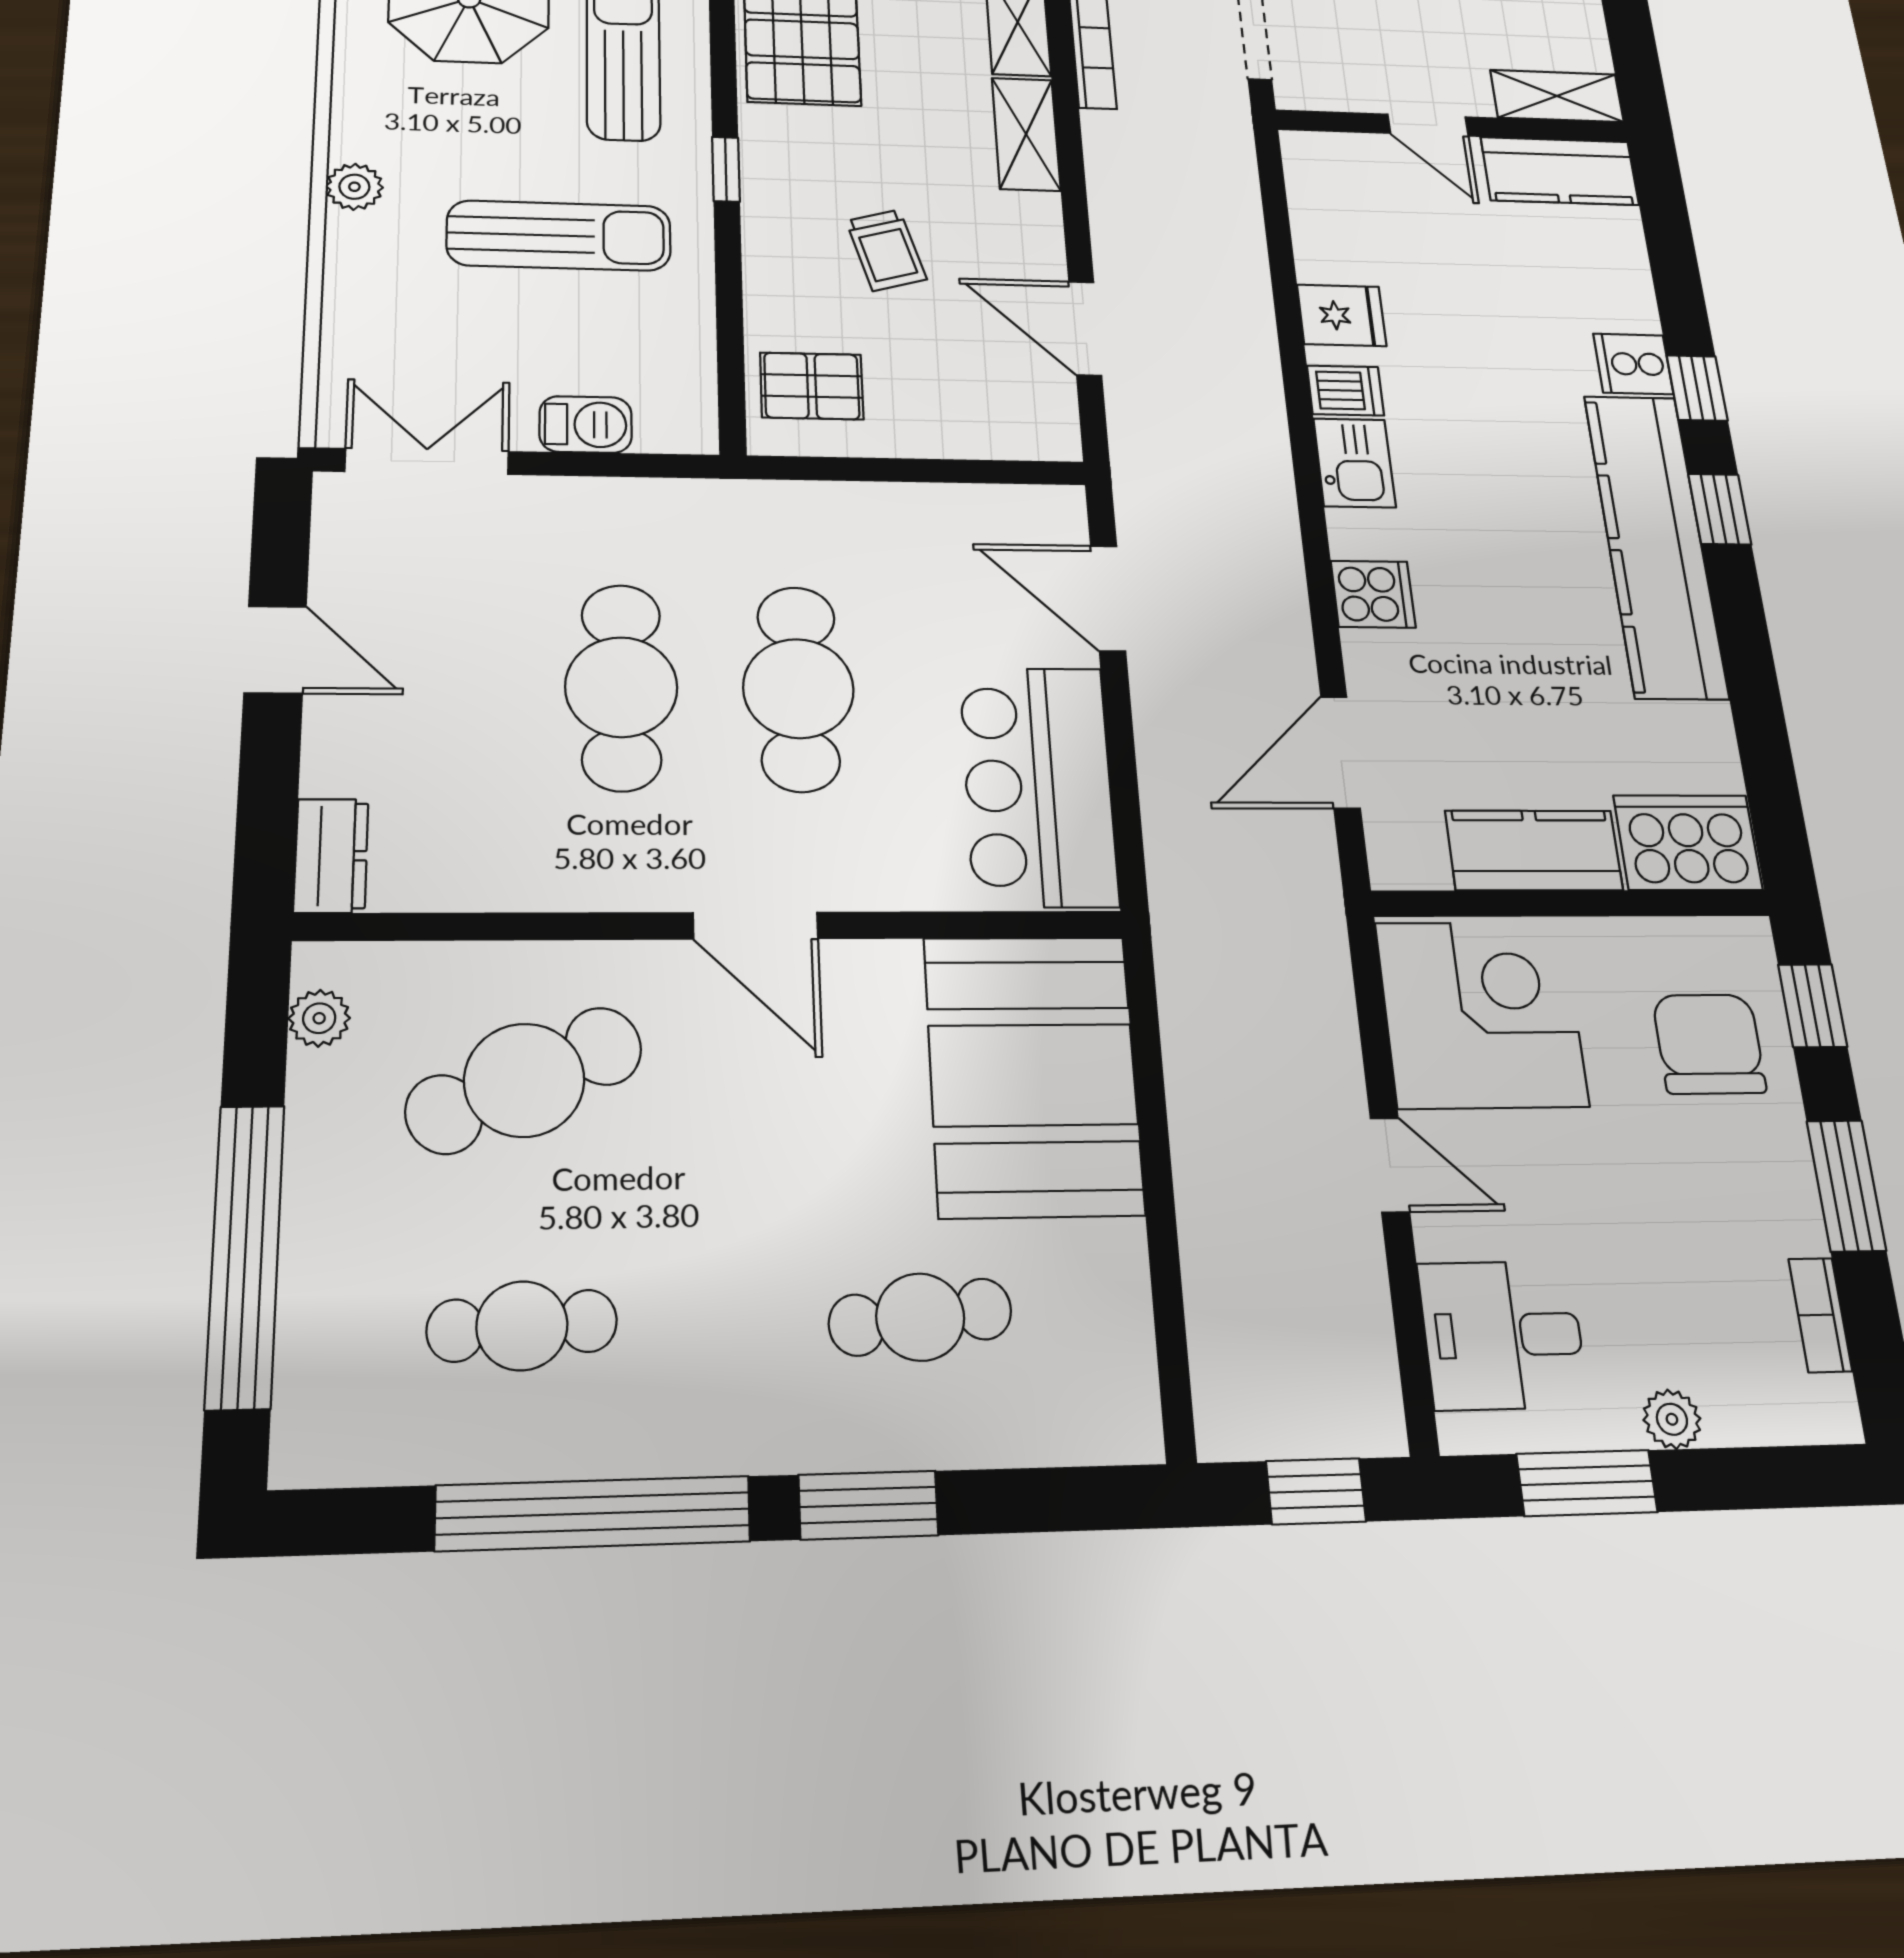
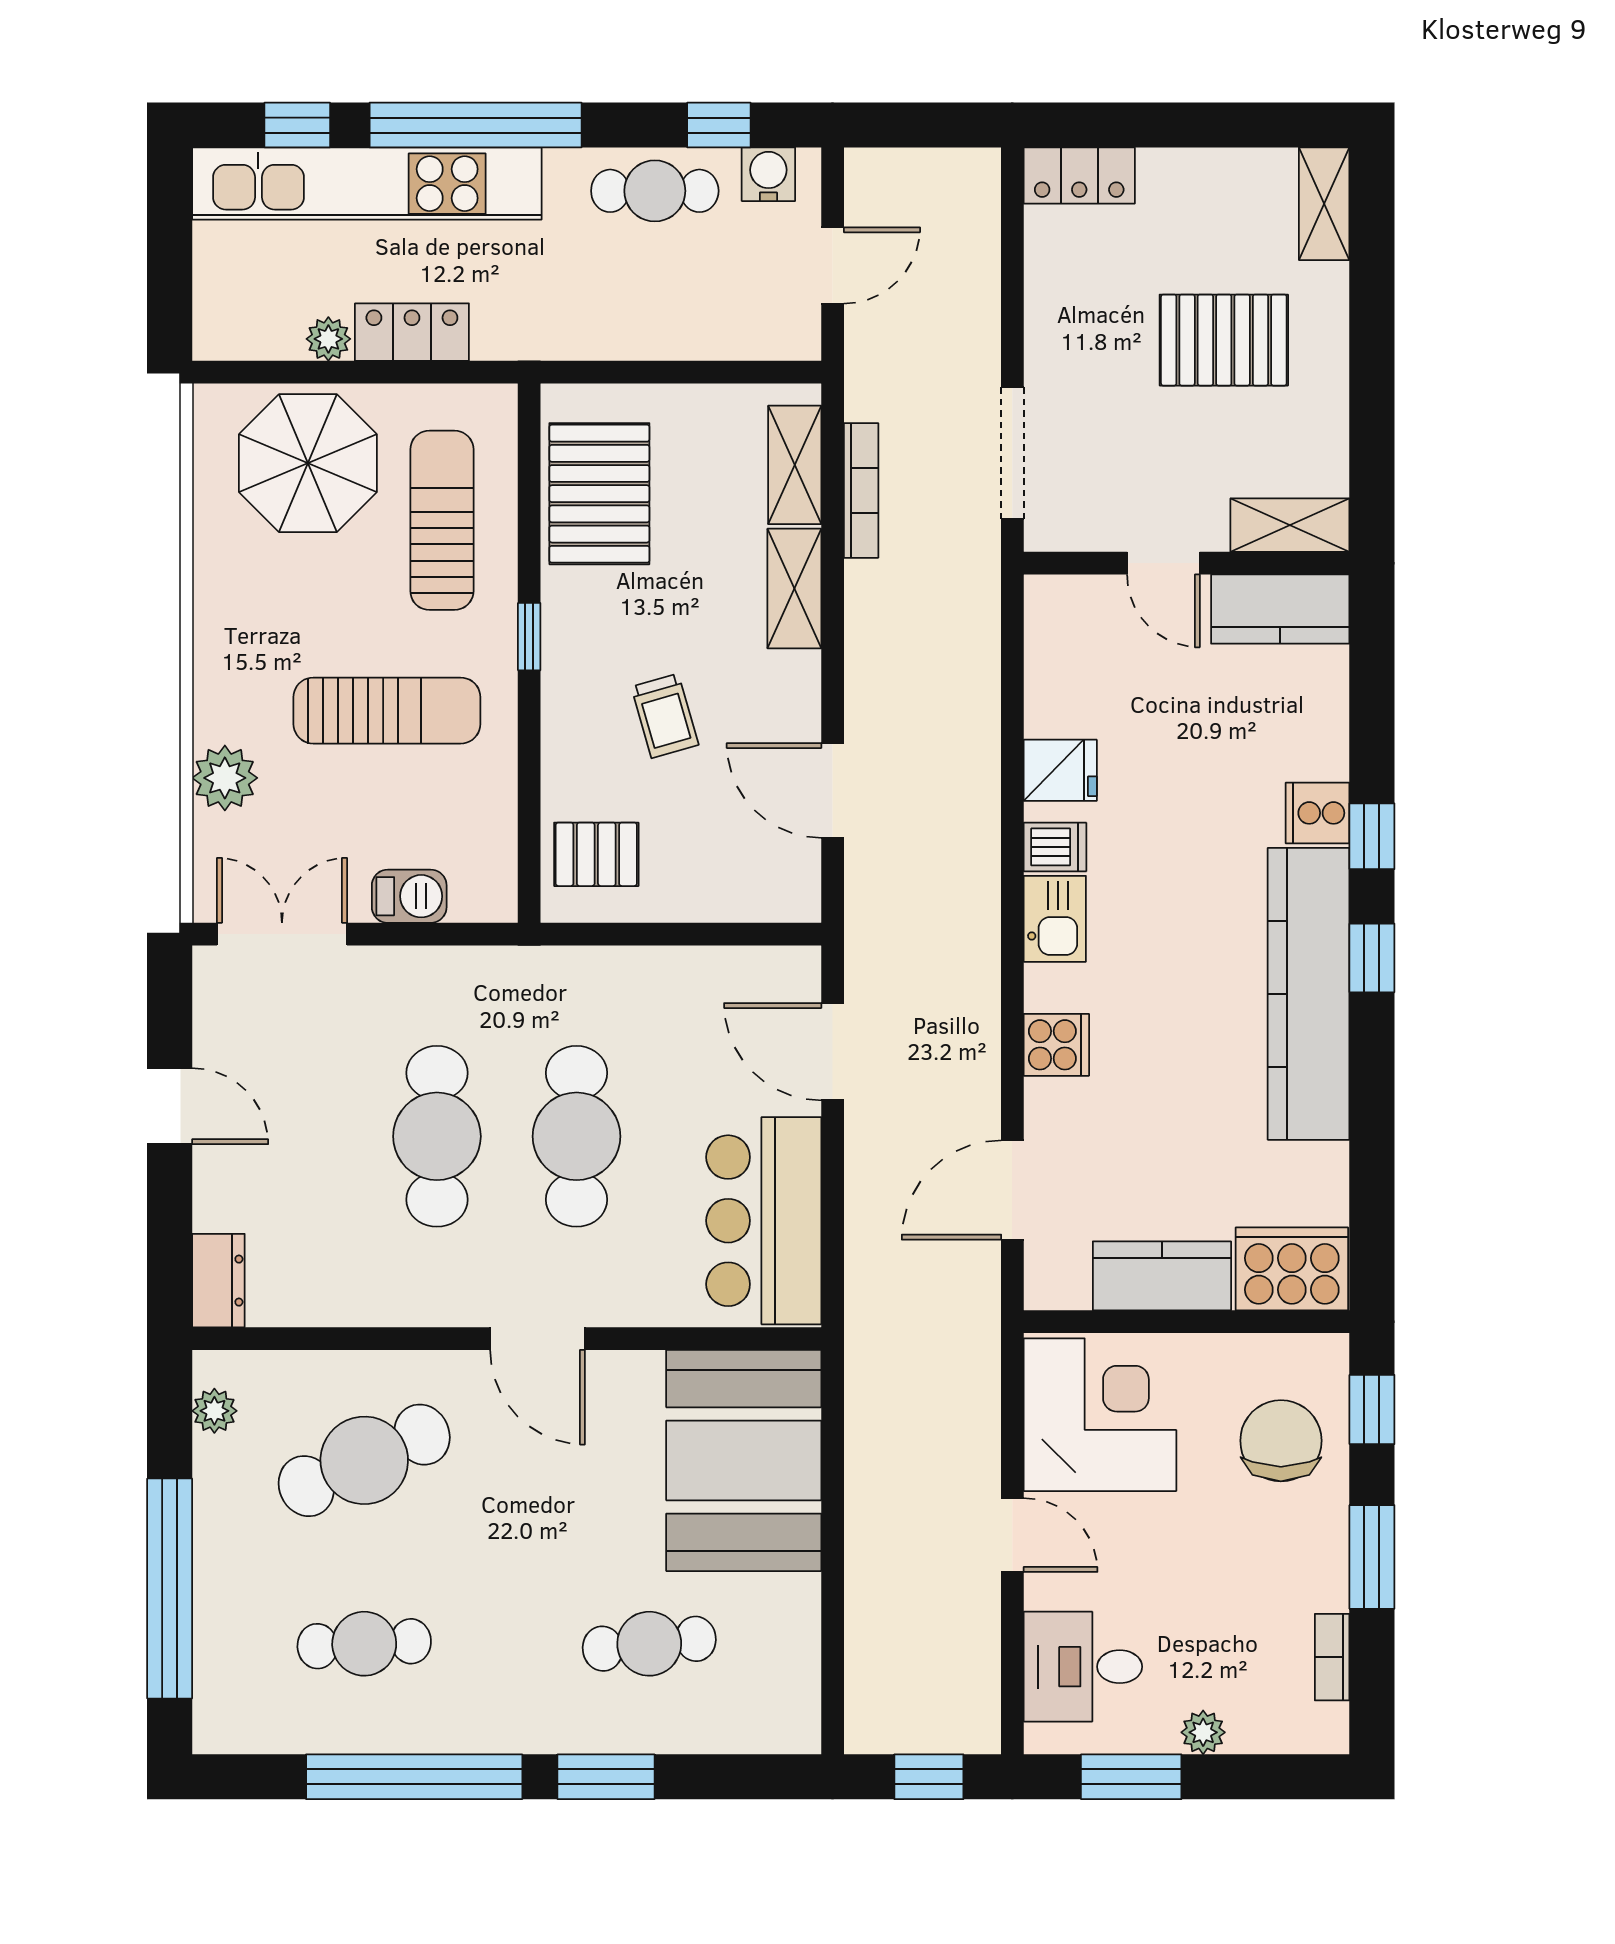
plant: (354, 187) -> (225, 778), moved, width x1.38, depth x1.38

